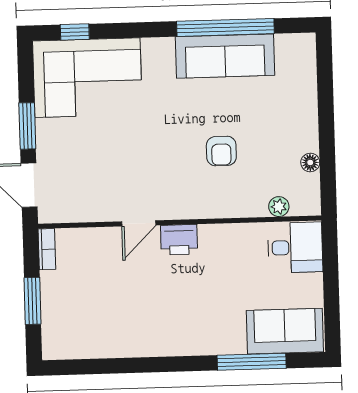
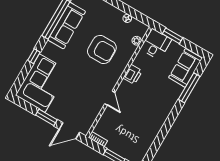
window: (75, 32) -> (34, 56), moved
armchair: (221, 151) -> (102, 49), width x1.88, depth x1.88
printer: (179, 240) -> (133, 74), moved
window: (331, 269) -> (172, 36), added

